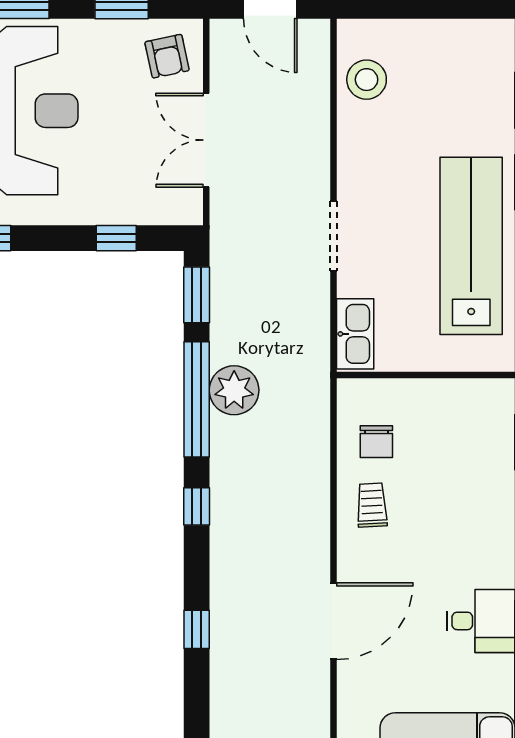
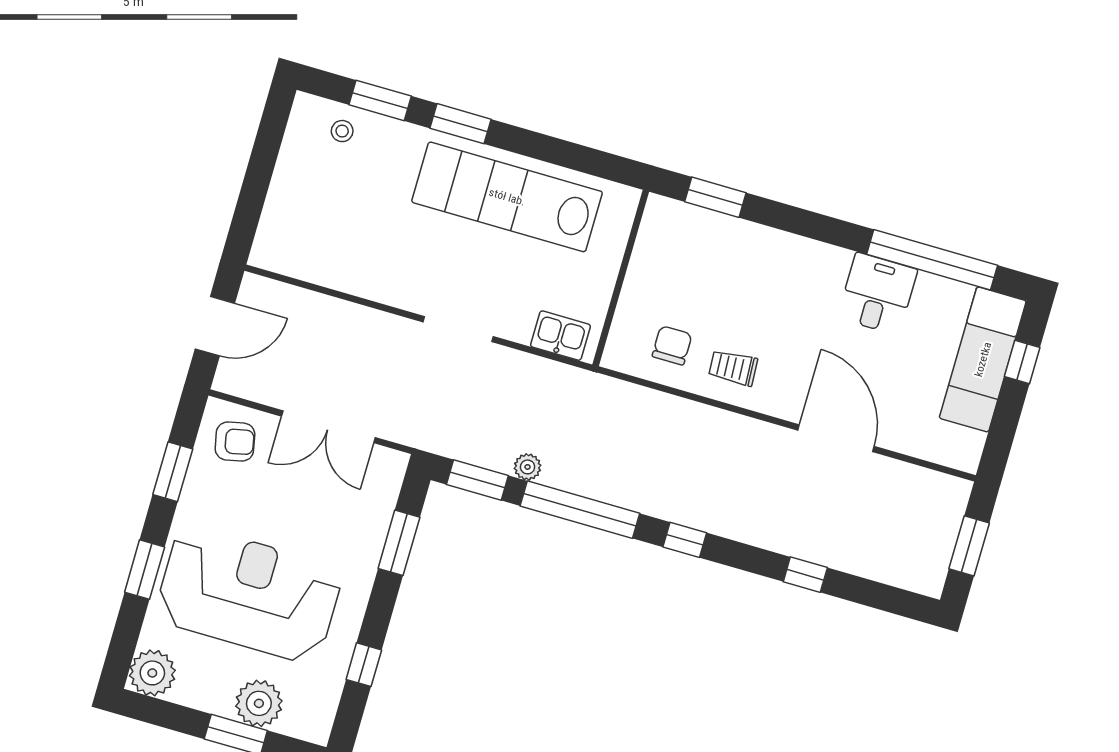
stool: (367, 80) -> (342, 131), moved, width x0.53, depth x0.53
window: (116, 238) -> (399, 543), width x1.50
kitchen sink: (355, 334) -> (560, 336), width x0.73
plant: (234, 390) -> (528, 467), moved, width x0.53, depth x0.53
chair: (376, 442) -> (672, 345), turned -90

